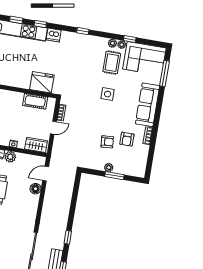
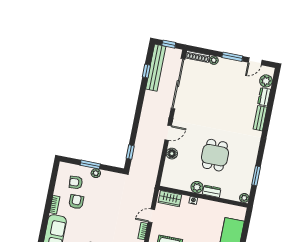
armchair: (107, 142) -> (76, 182), moved
door: (46, 174) -> (168, 133), moved
window: (68, 237) -> (130, 152), moved

